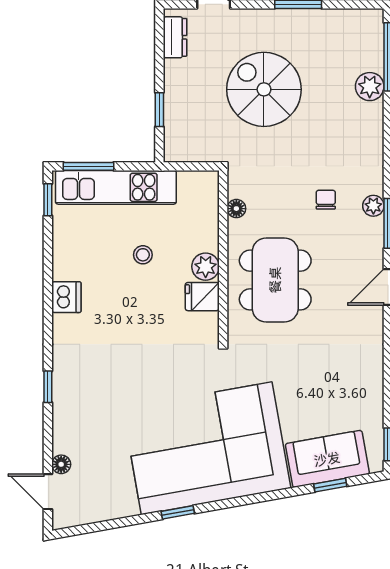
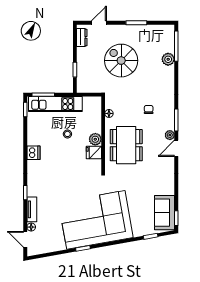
plant: (373, 206) -> (170, 135), moved
tv unit: (63, 425) -> (32, 209), added
sofa: (327, 459) -> (165, 213), moved, turned -80

